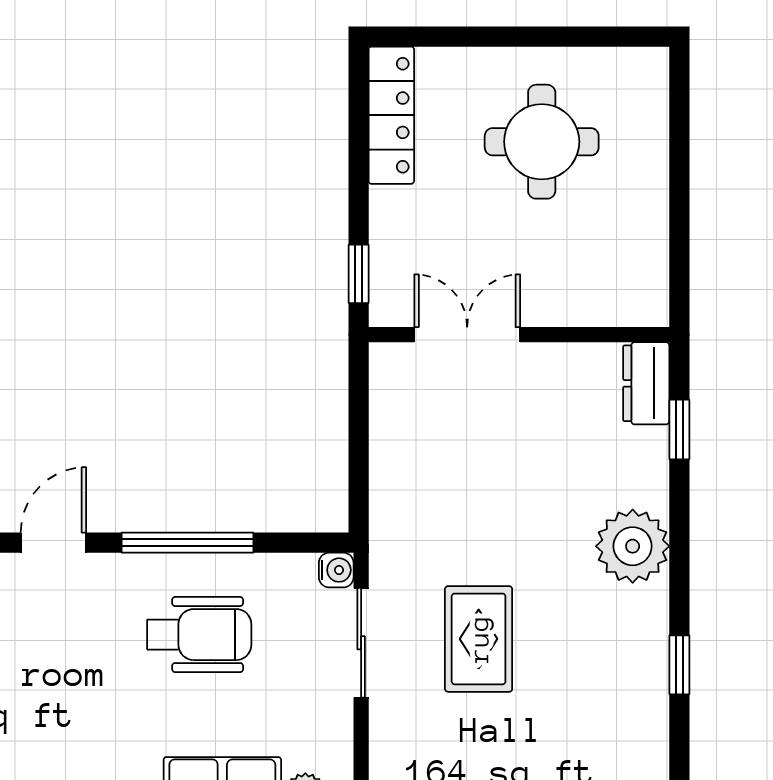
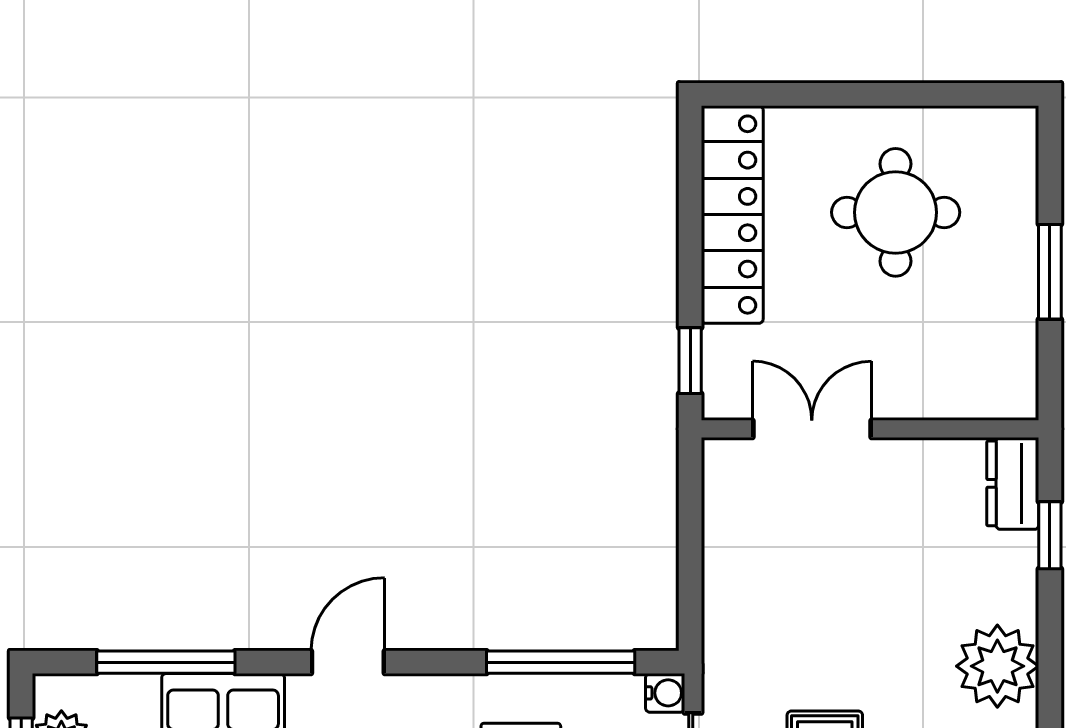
locker: (391, 115) -> (732, 215), width x1.41, depth x1.21
window: (679, 195) -> (1050, 272), added
window: (188, 543) -> (561, 662), moved

